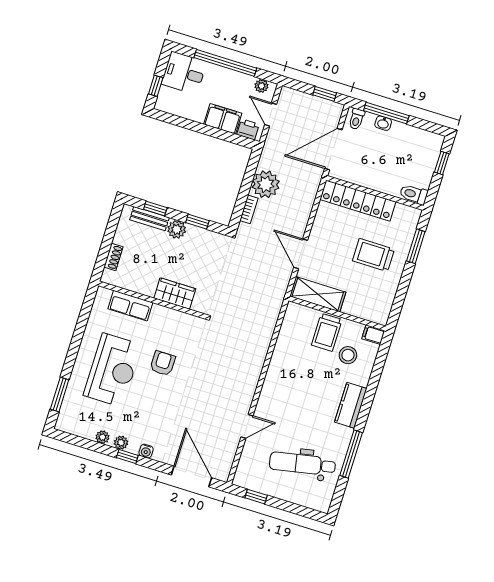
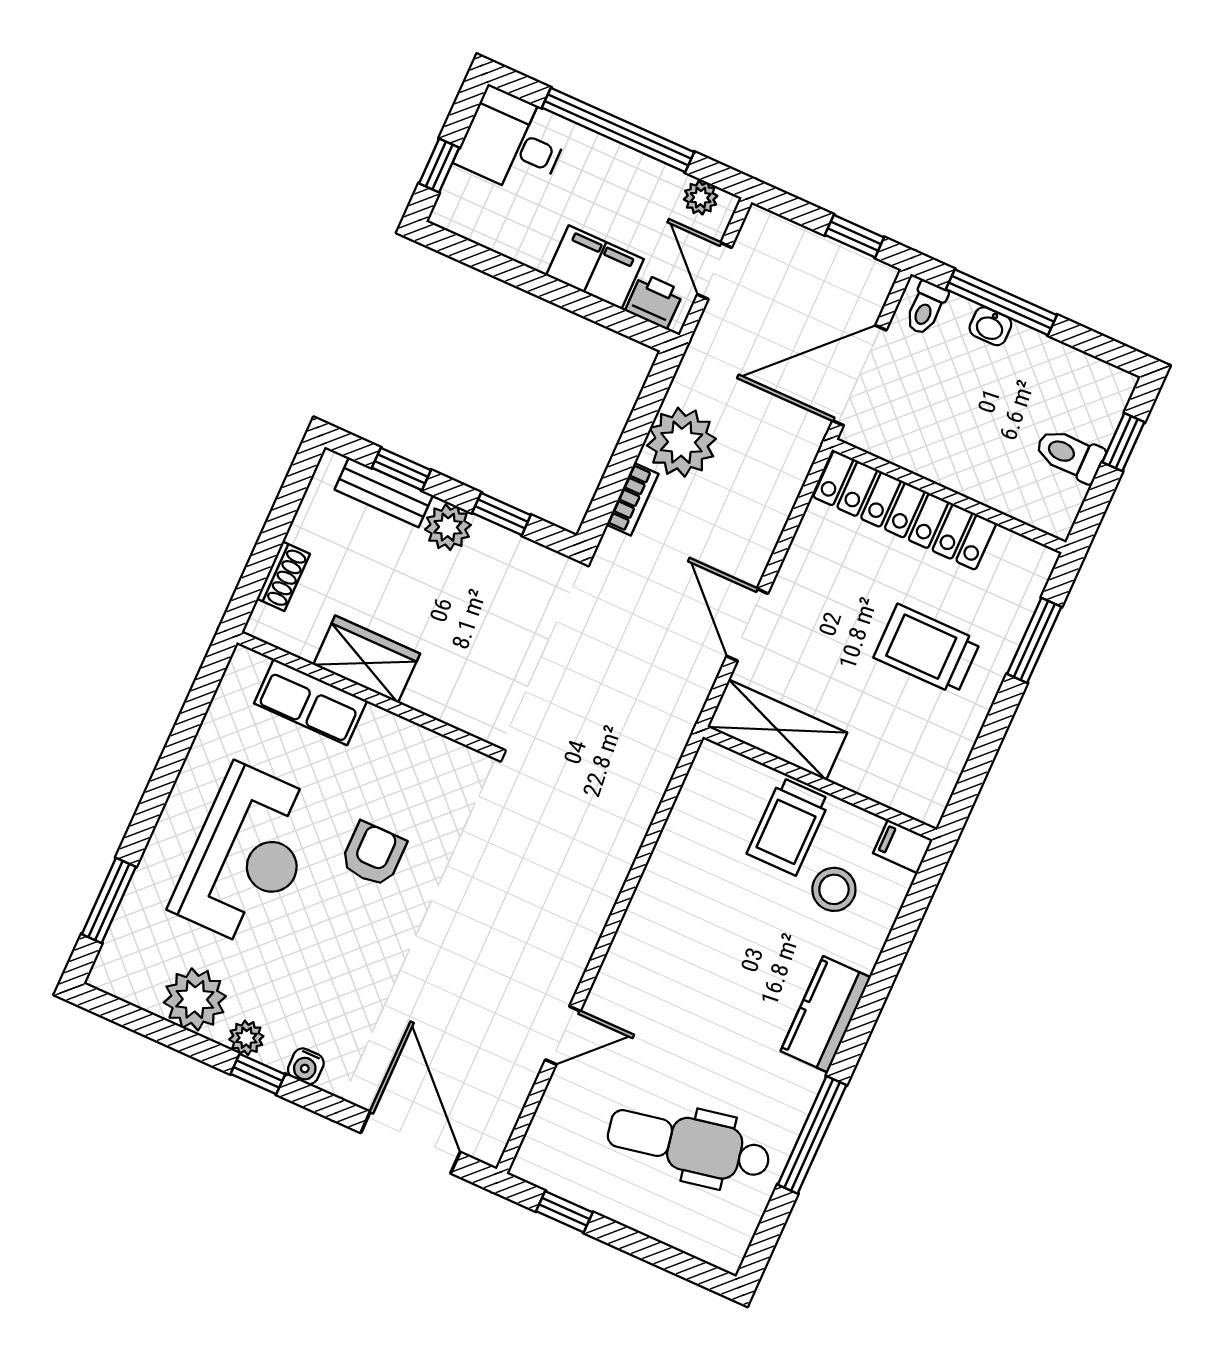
toilet: (414, 194) -> (1070, 455), moved
wardrobe: (175, 293) -> (367, 659), moved
plant: (102, 437) -> (195, 999), width x1.88, depth x1.88

